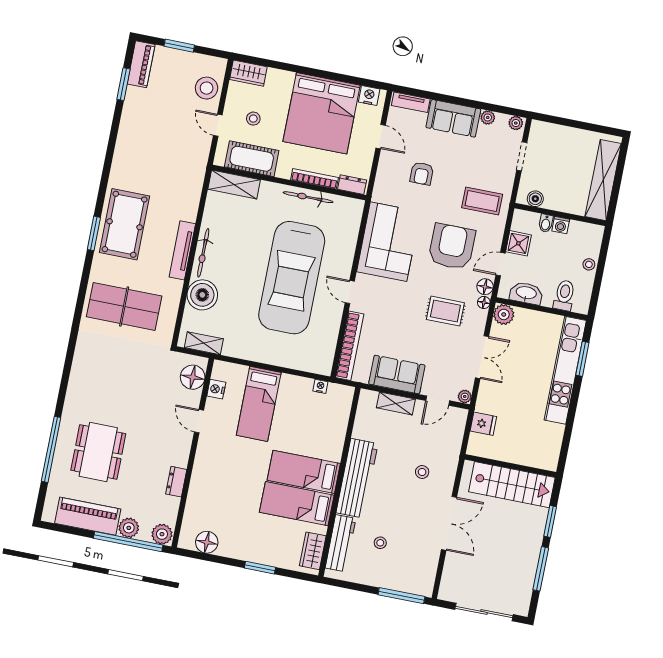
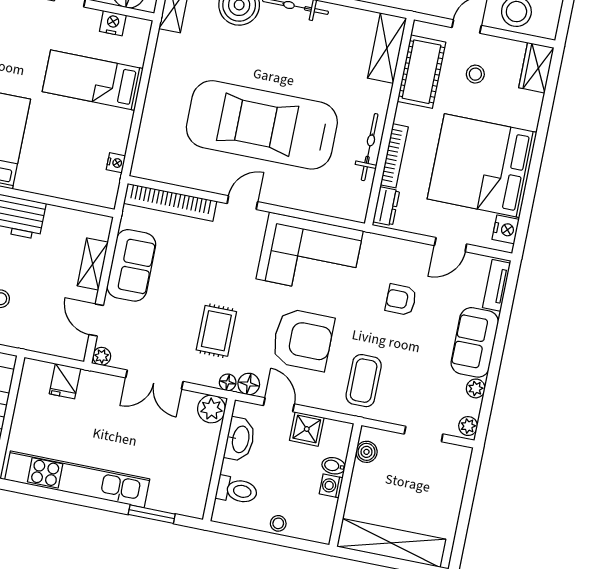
kitchen unit: (565, 370) -> (77, 479), moved

